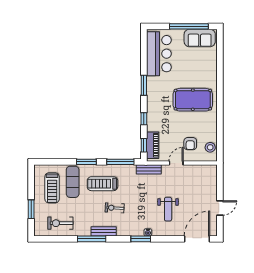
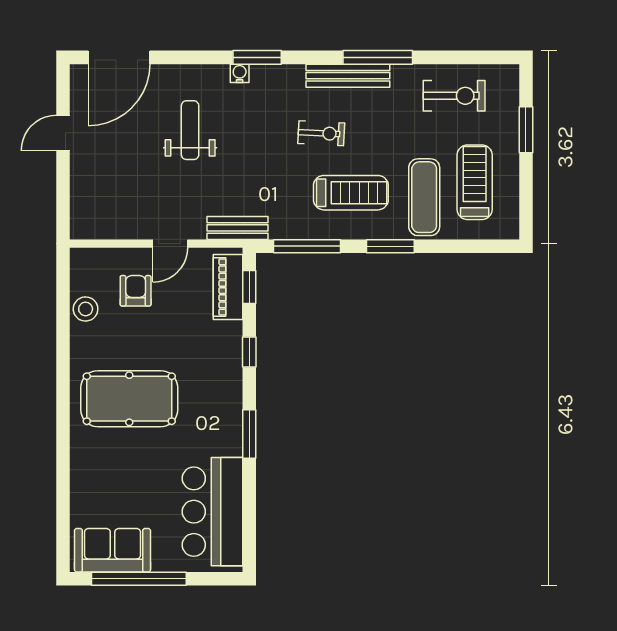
stool: (210, 147) -> (86, 309), moved
bench: (104, 231) -> (348, 76), width x1.36

